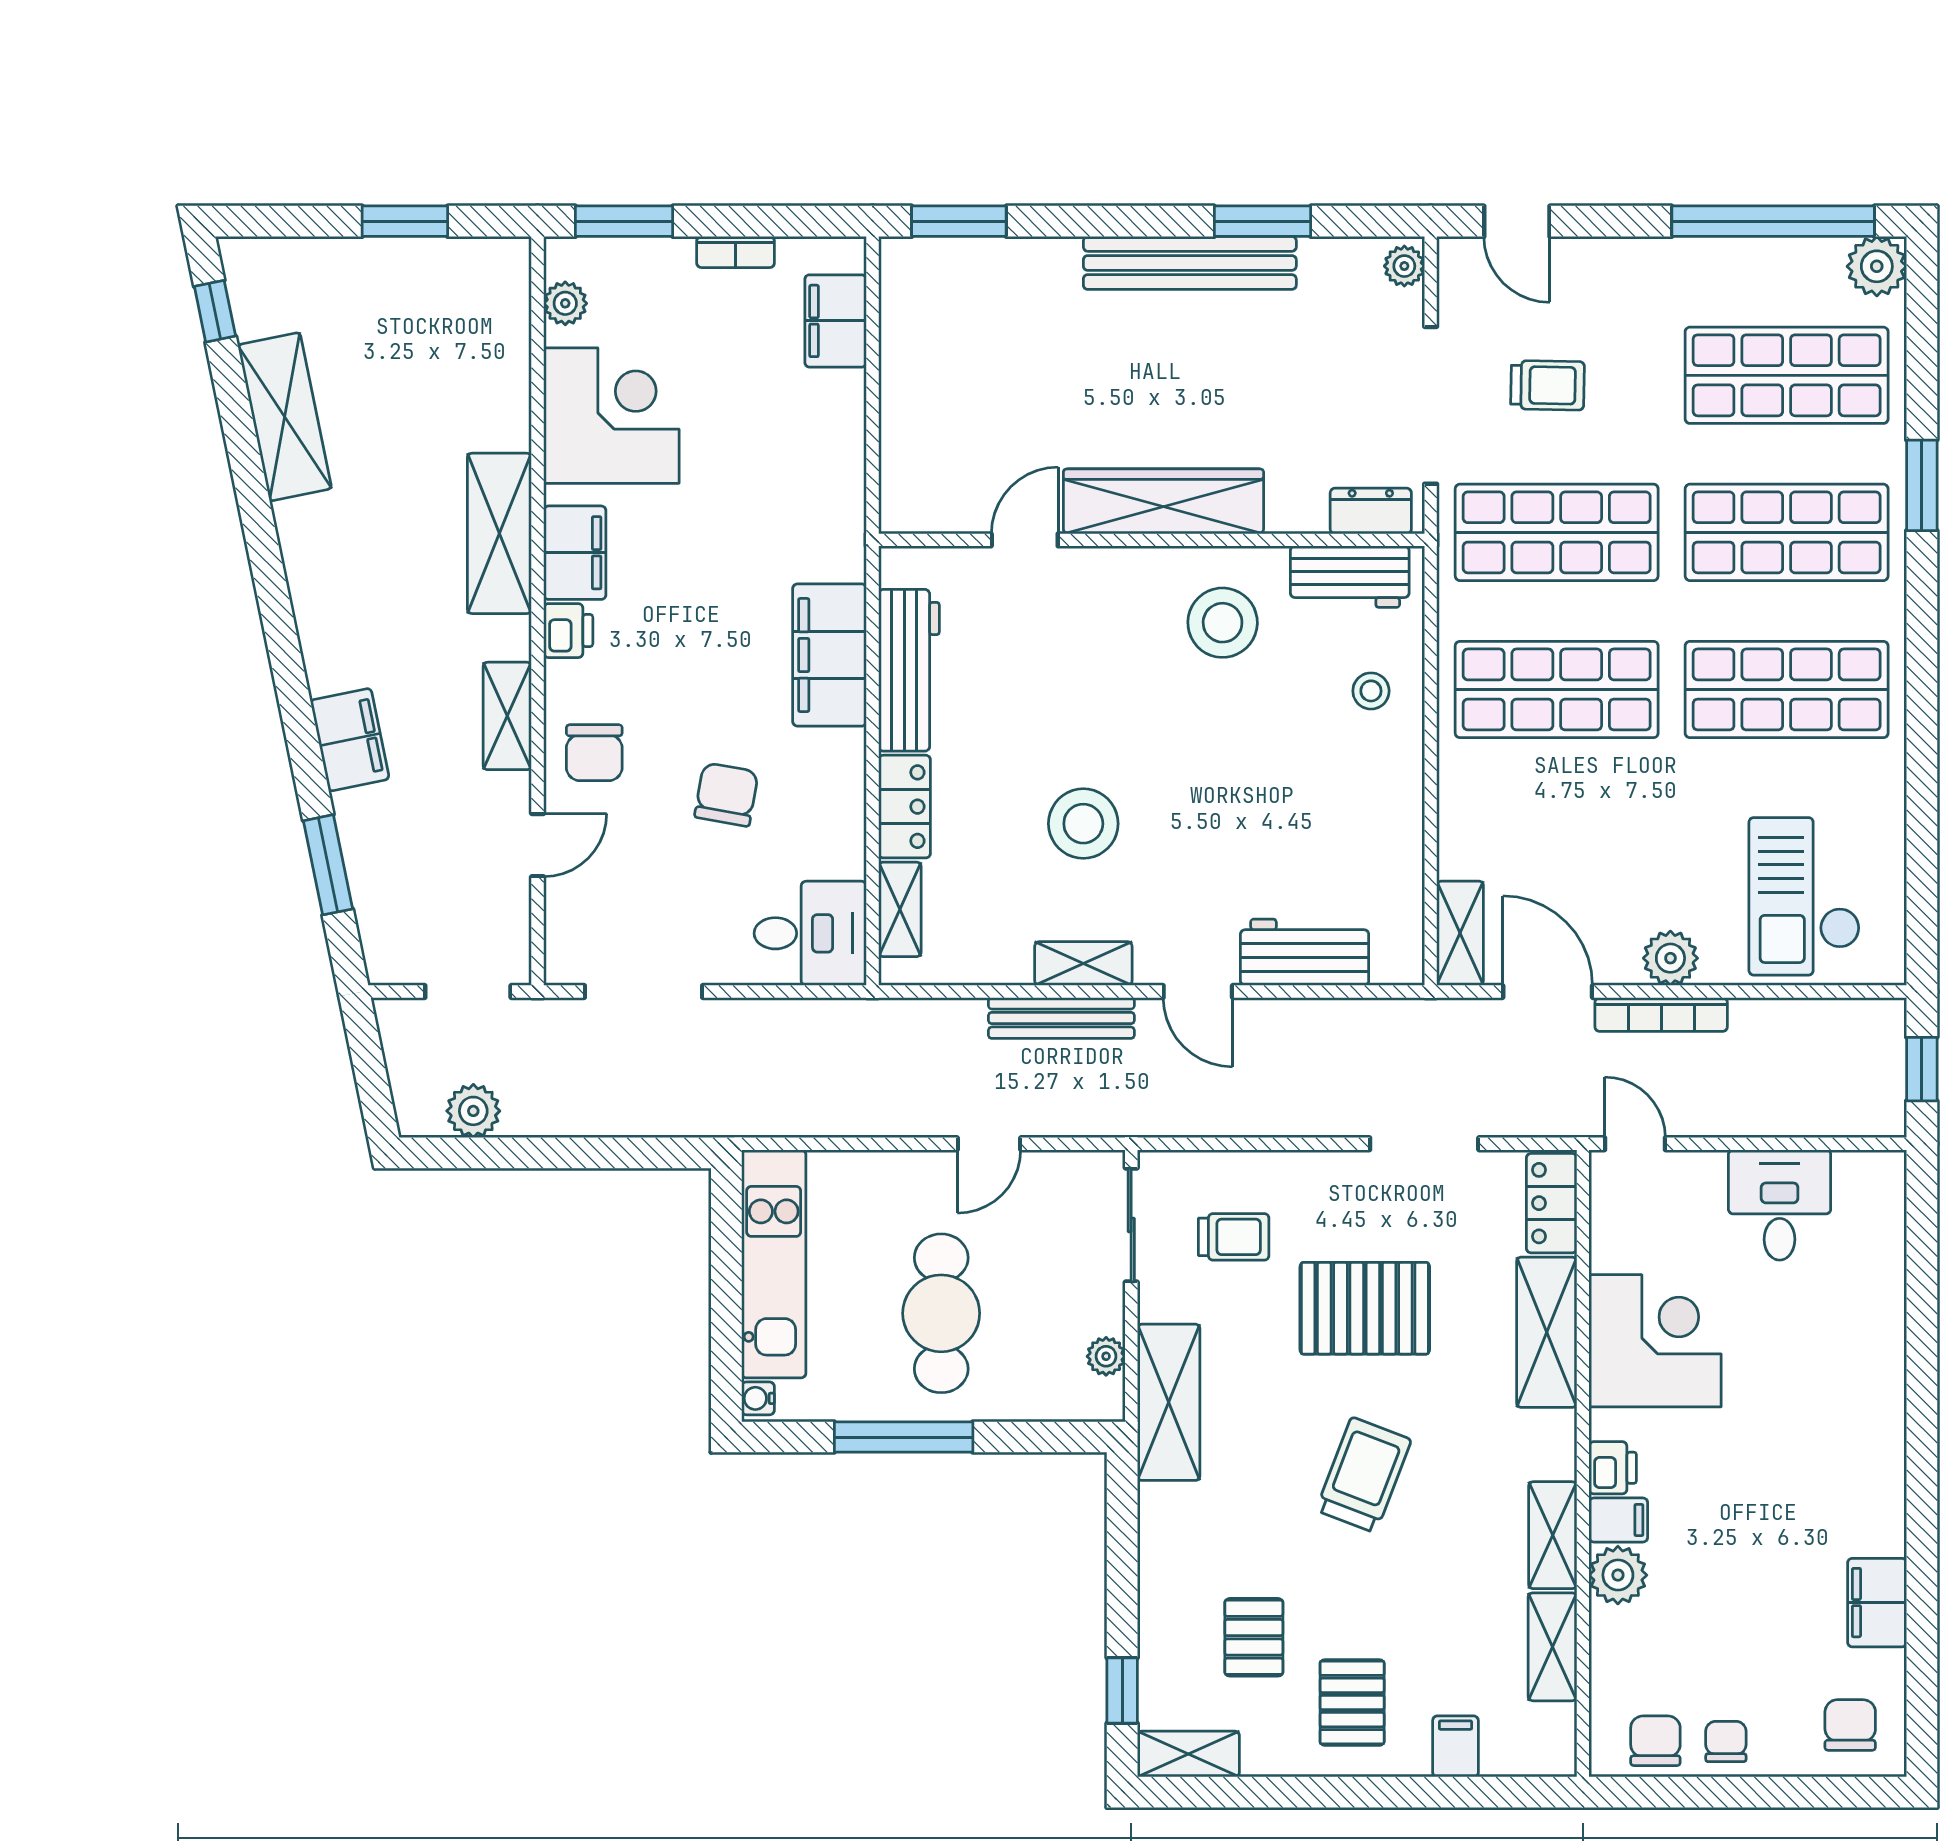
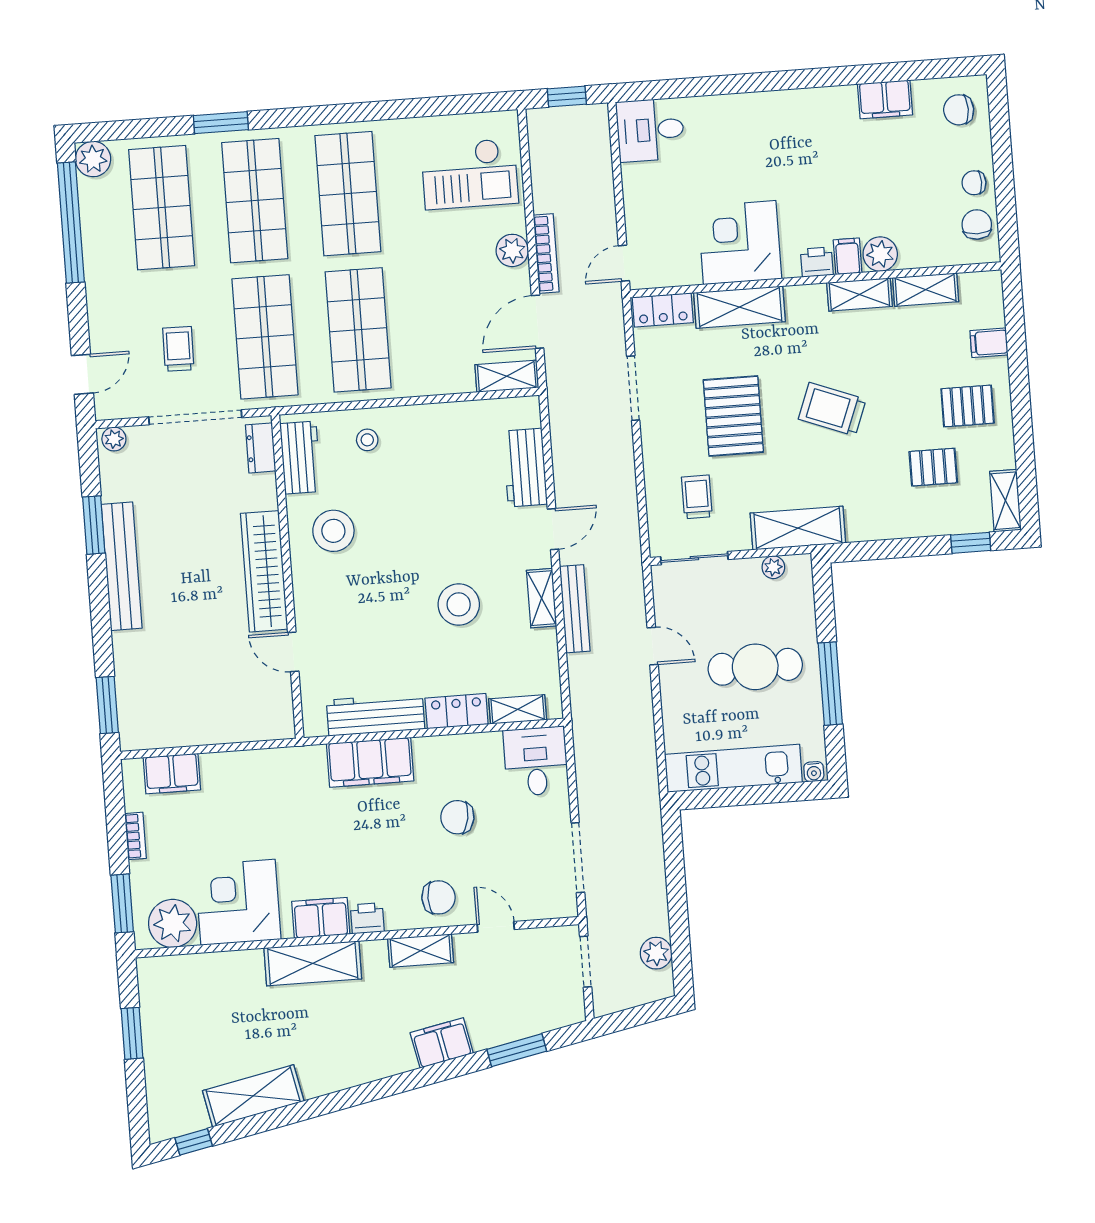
plant: (565, 303) -> (173, 923), width x1.87, depth x1.87
desk: (1780, 1205) -> (650, 130), moved
chair: (1655, 1741) -> (977, 225), turned 90

